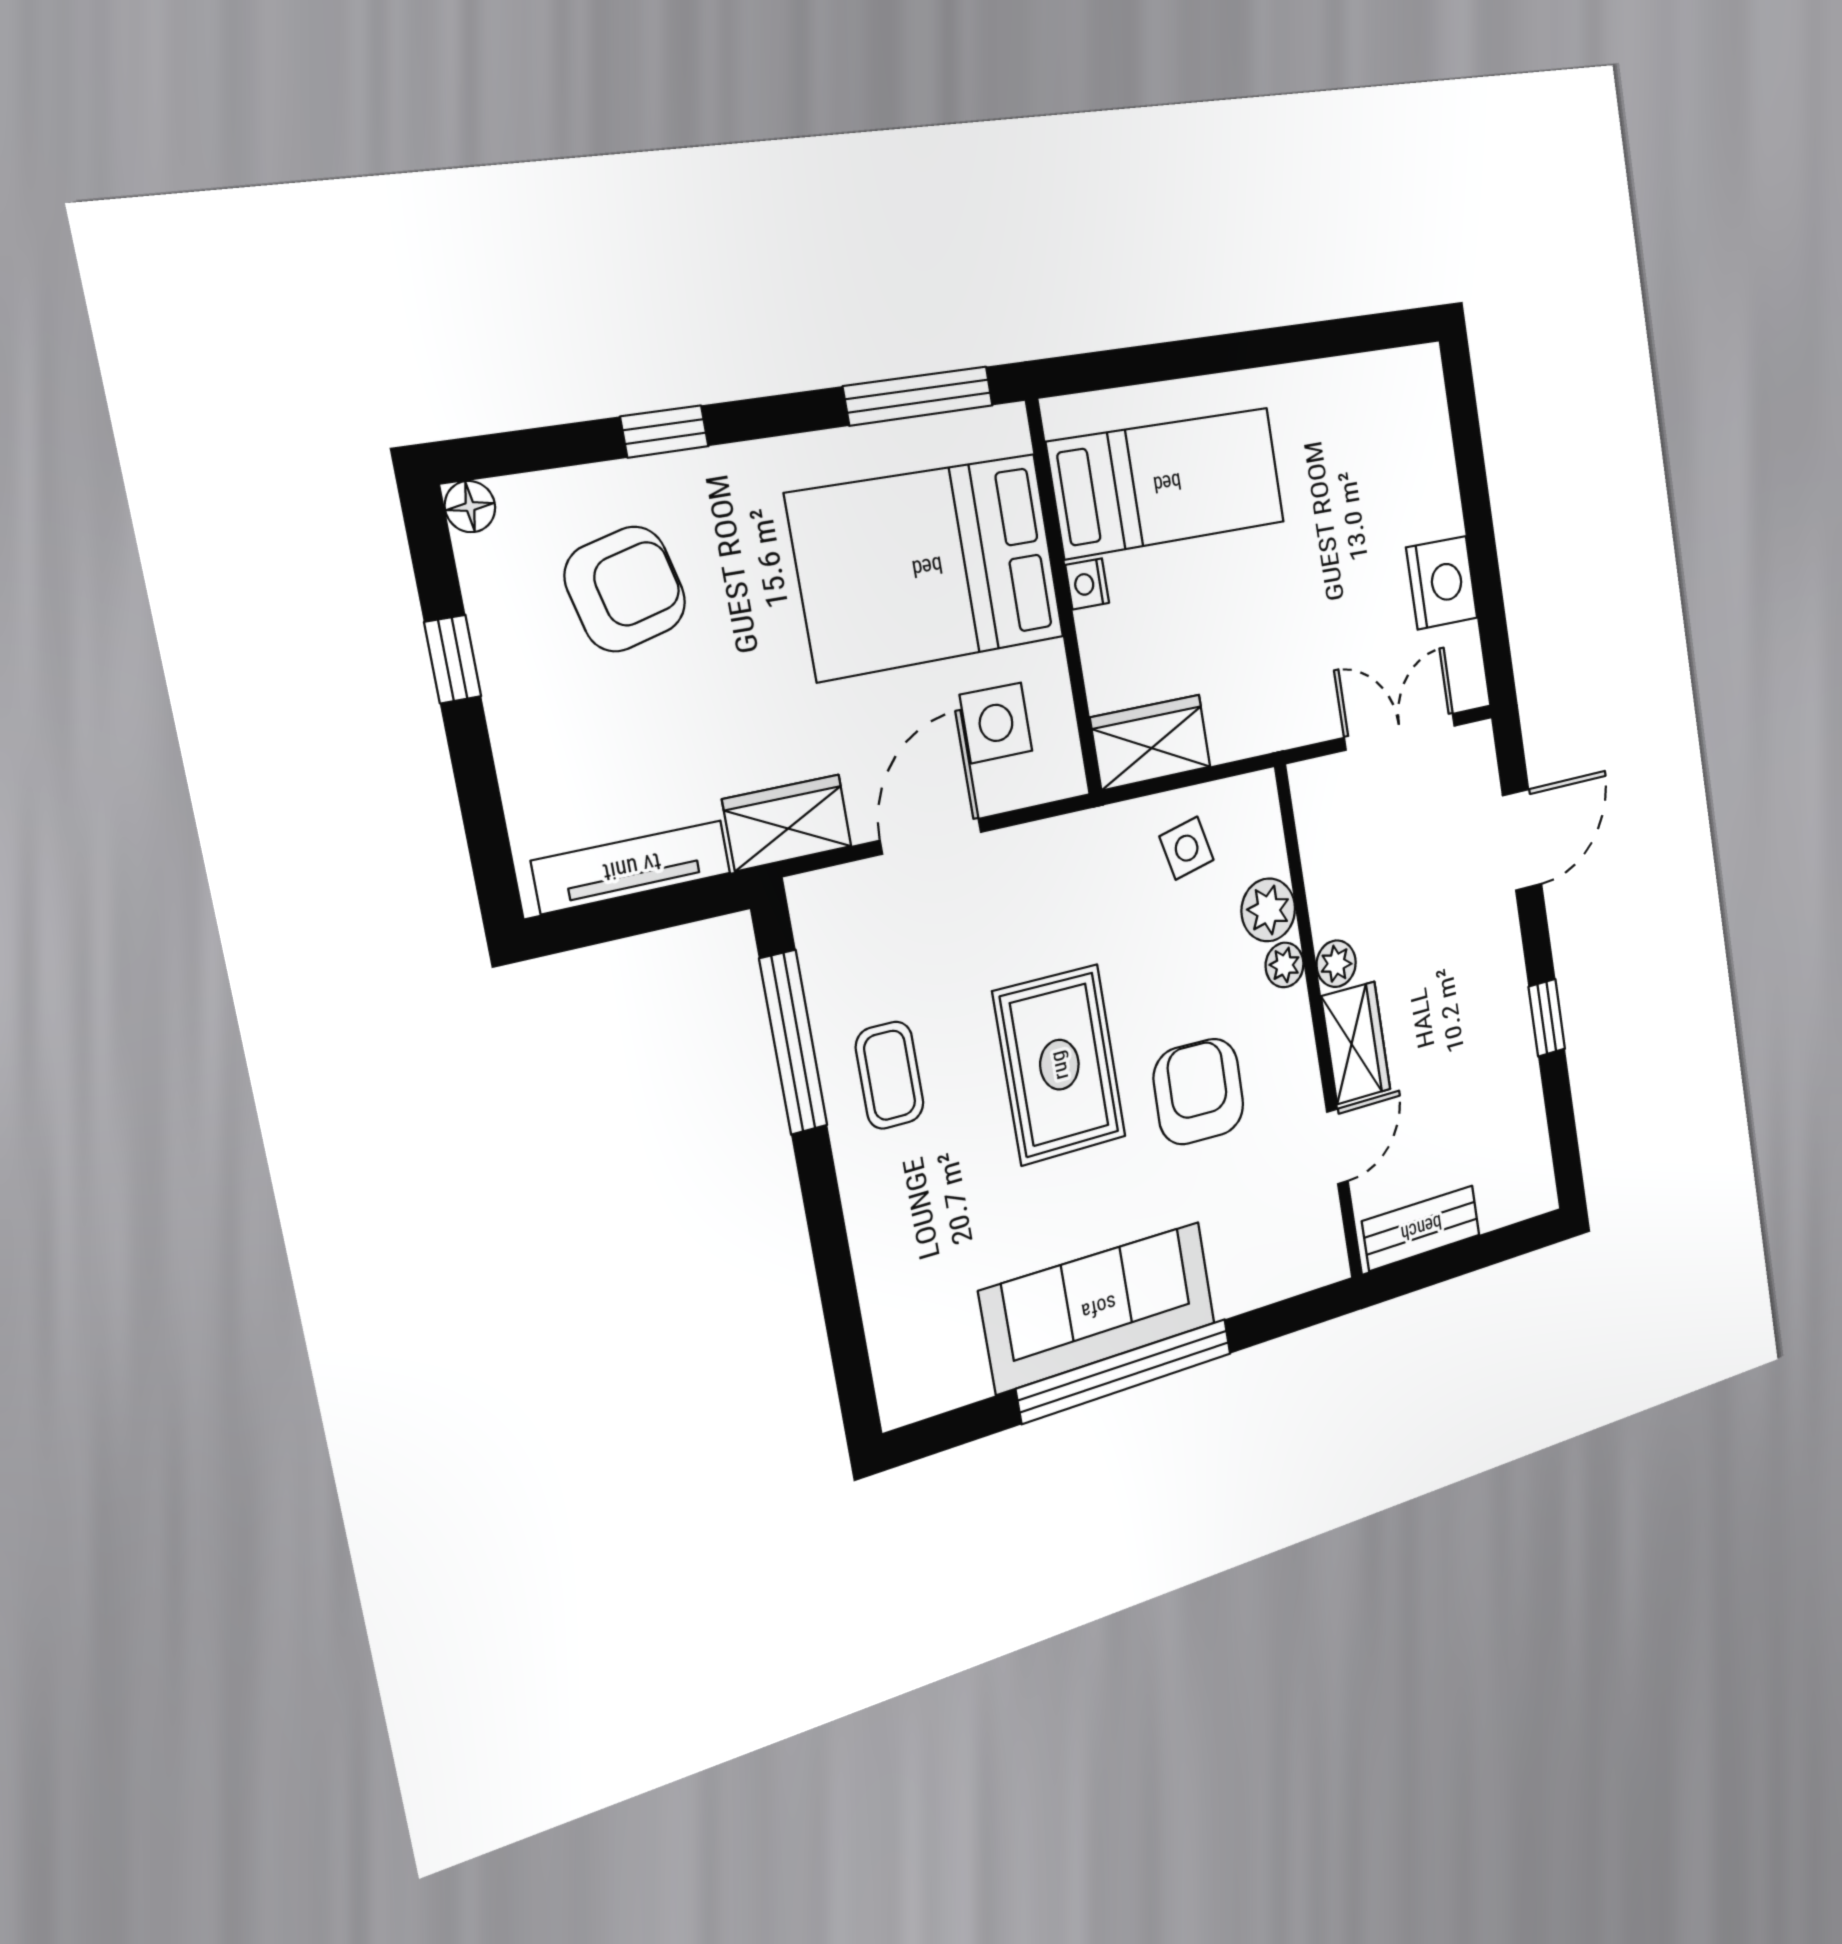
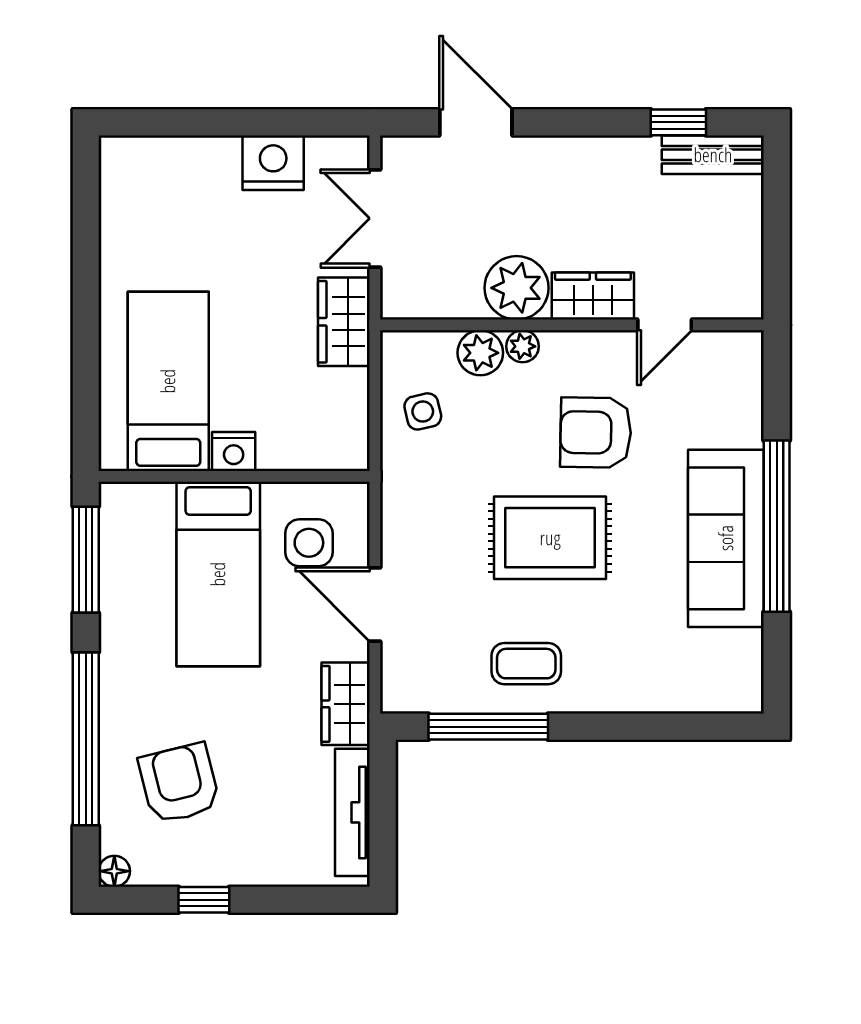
window: (665, 431) -> (86, 739), width x3.17
bed: (927, 567) -> (218, 574), width x0.67
nightstand: (1087, 584) -> (234, 452), width x1.39, depth x1.35
wardrobe: (1151, 742) -> (344, 322), moved
plant: (1336, 964) -> (517, 288), width x1.88, depth x1.88
window: (1547, 1018) -> (678, 122), moved
door: (1337, 1147) -> (665, 325), swing flipped
bench: (1421, 1228) -> (713, 155), moved, turned 90

